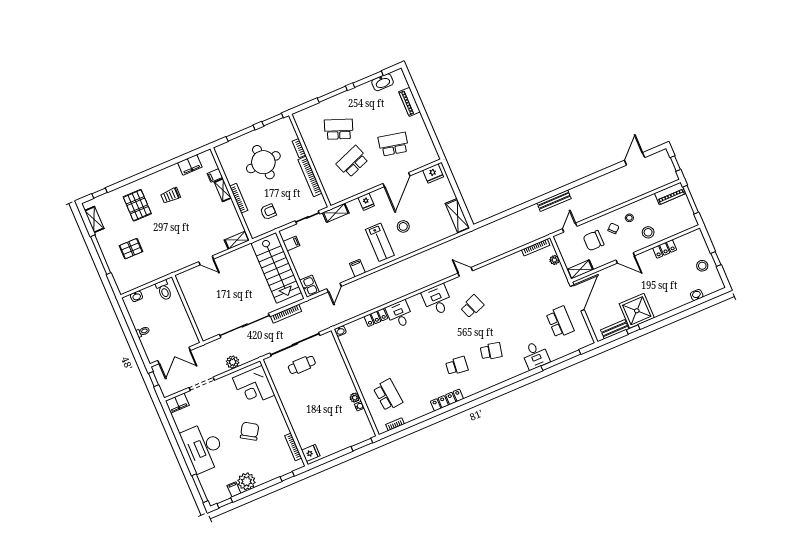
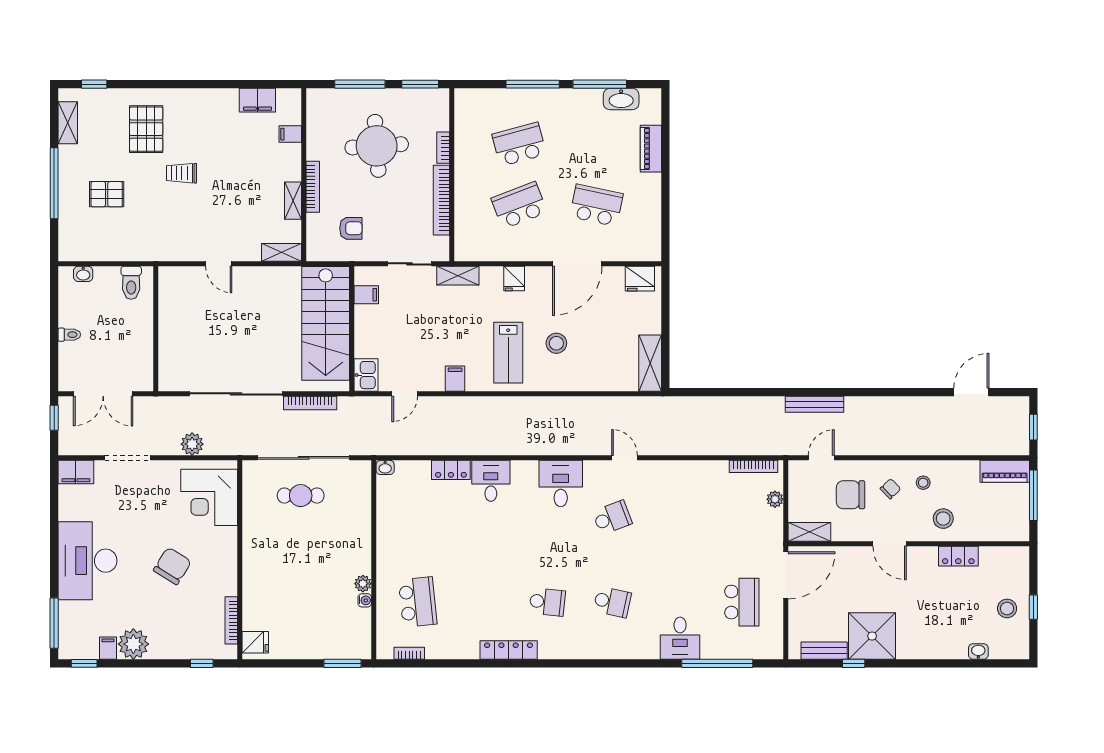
school desk: (339, 129) -> (519, 144), turned -36
shelving: (223, 190) -> (293, 201), moved
trolley: (171, 195) -> (182, 173), moved

